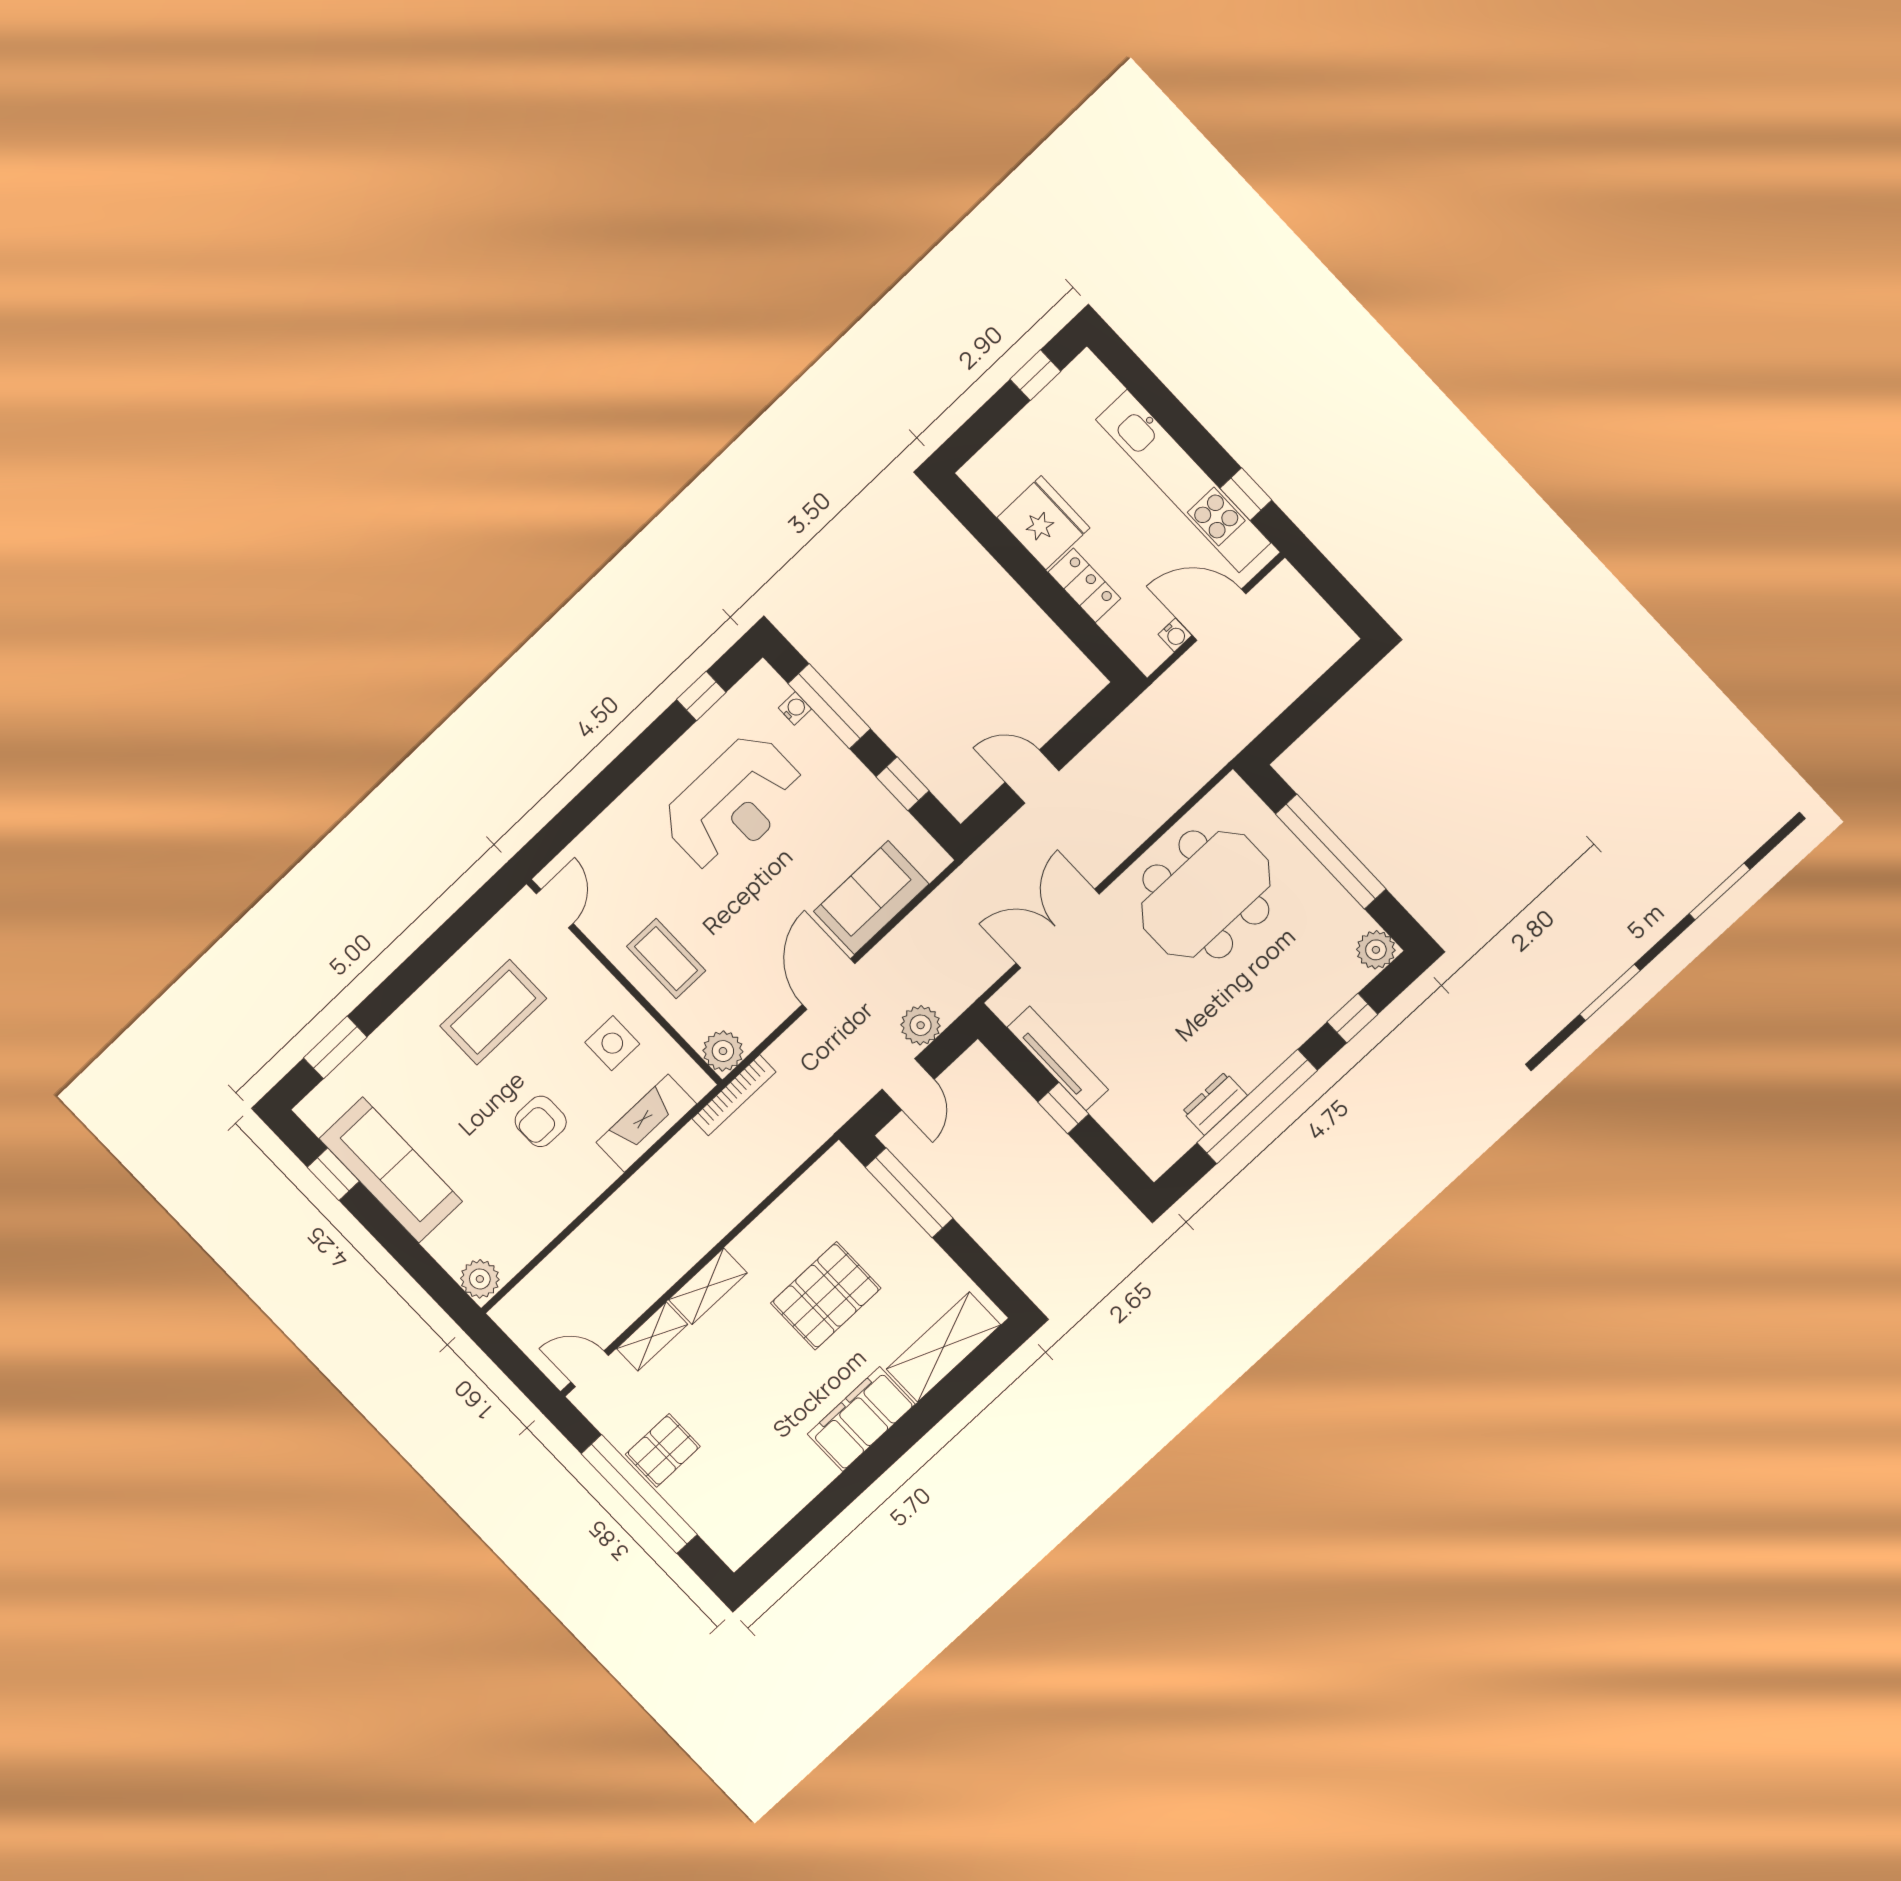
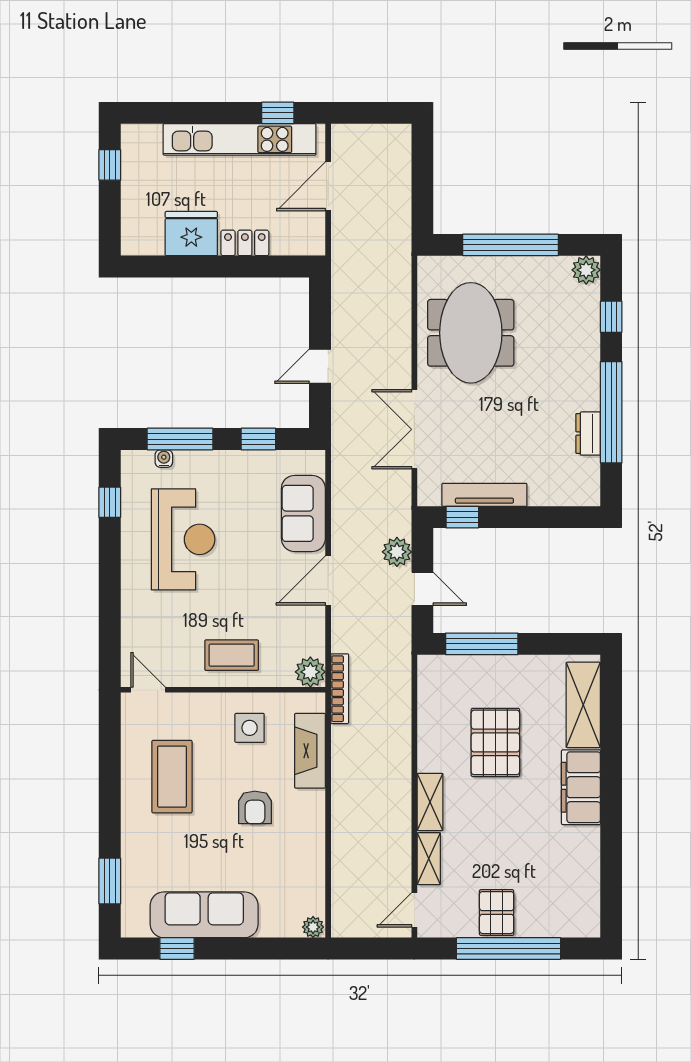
water cooler: (1175, 635) -> (317, 220), removed
door: (829, 984) -> (328, 580), hinge flipped
window: (1063, 1108) -> (462, 517), moved
plant: (480, 1279) -> (313, 927), width x0.73, depth x0.73

